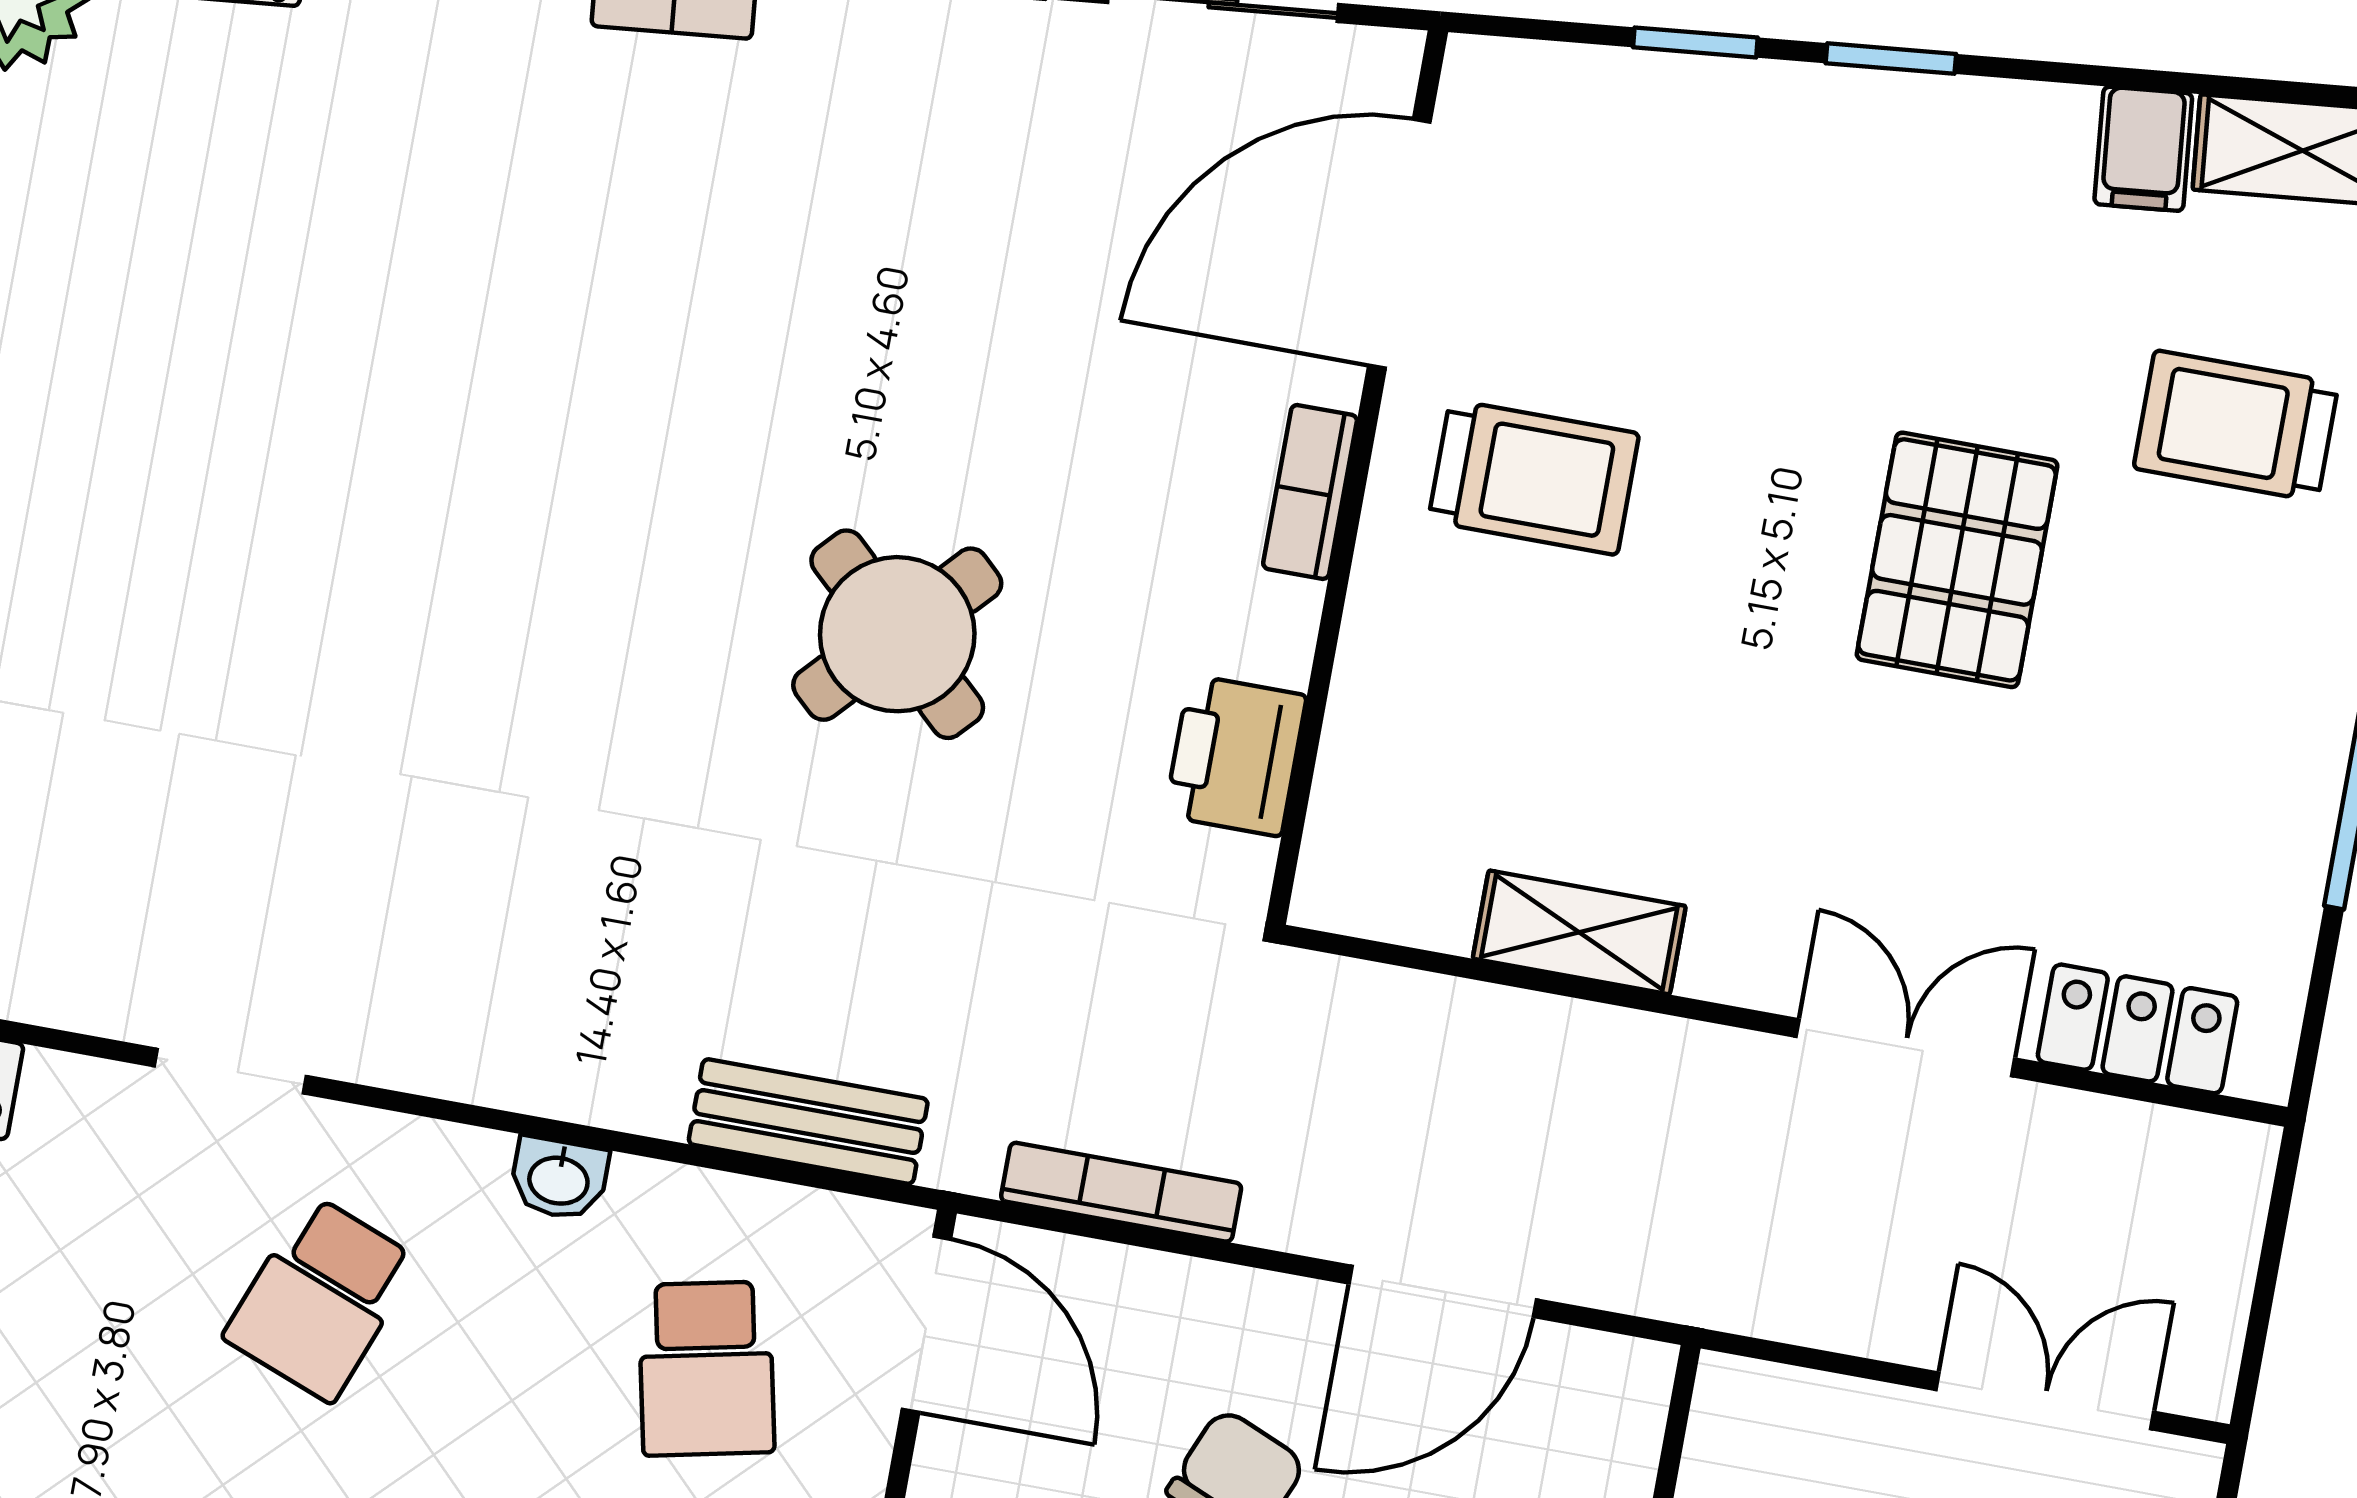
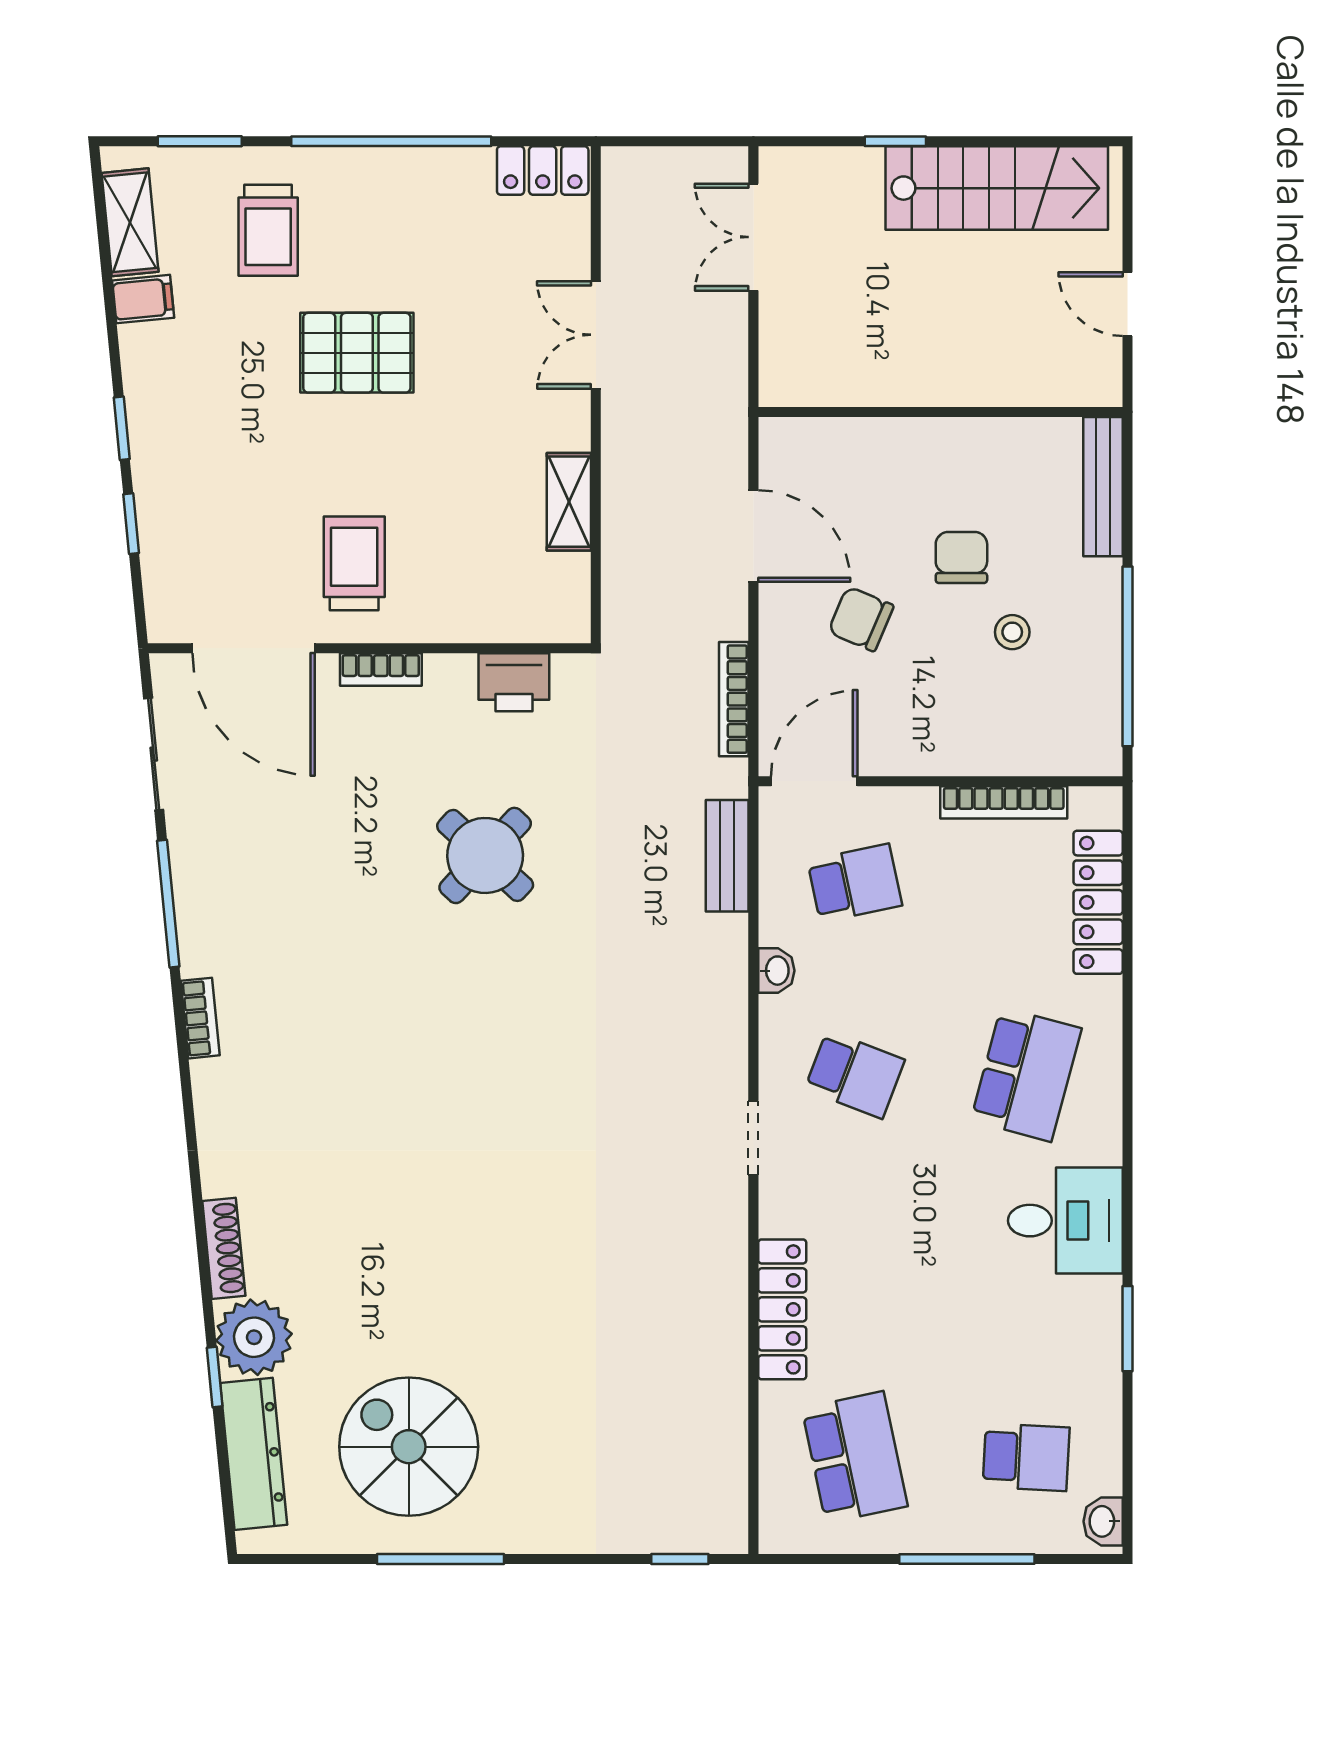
locker: (2138, 1029) -> (543, 170), moved, turned -90

